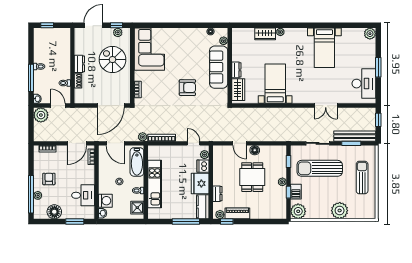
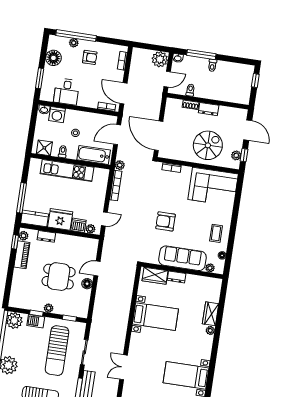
coffee table: (191, 40) -> (216, 233), added
armchair: (187, 88) -> (165, 221), turned 90
sun lounger: (320, 168) -> (57, 351), turned 180

